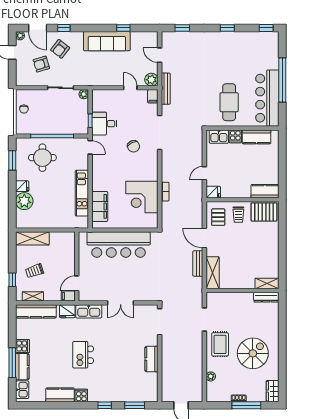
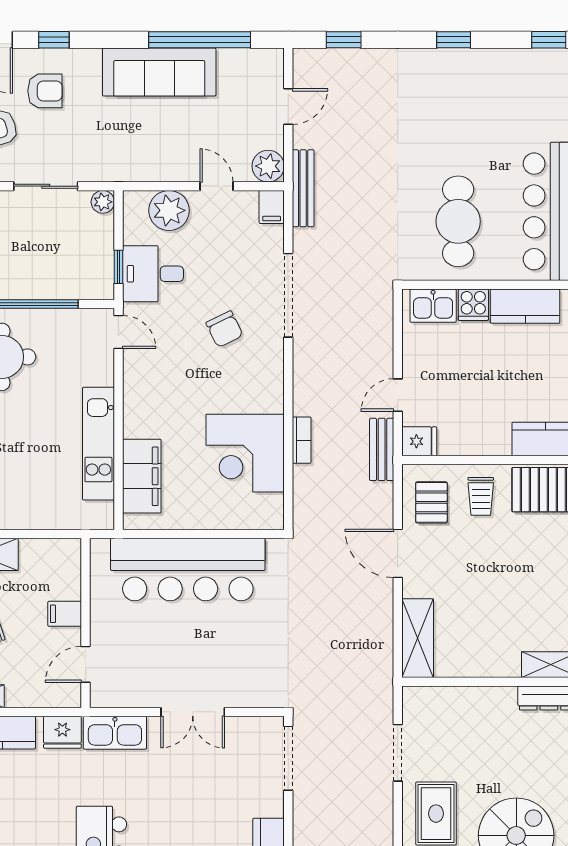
window: (123, 28) -> (200, 40), width x3.17
armchair: (60, 49) -> (45, 91), turned -128
door: (160, 55) -> (288, 106), swing flipped
plant: (111, 98) -> (169, 210), added
bench: (198, 263) -> (382, 449), moved
filing cabinet: (68, 296) -> (65, 614), moved

